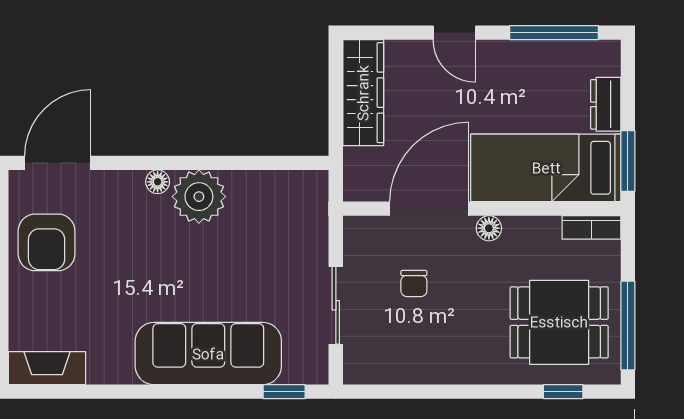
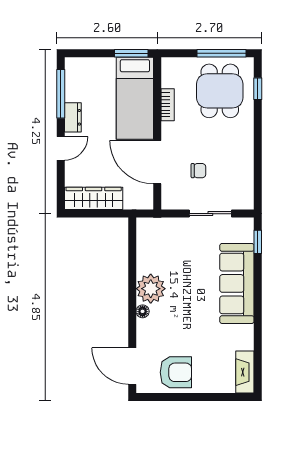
dresser: (606, 104) -> (73, 117), moved, turned -90
bookcase: (591, 227) -> (168, 105), moved
floor lamp: (489, 228) -> (168, 129), removed

